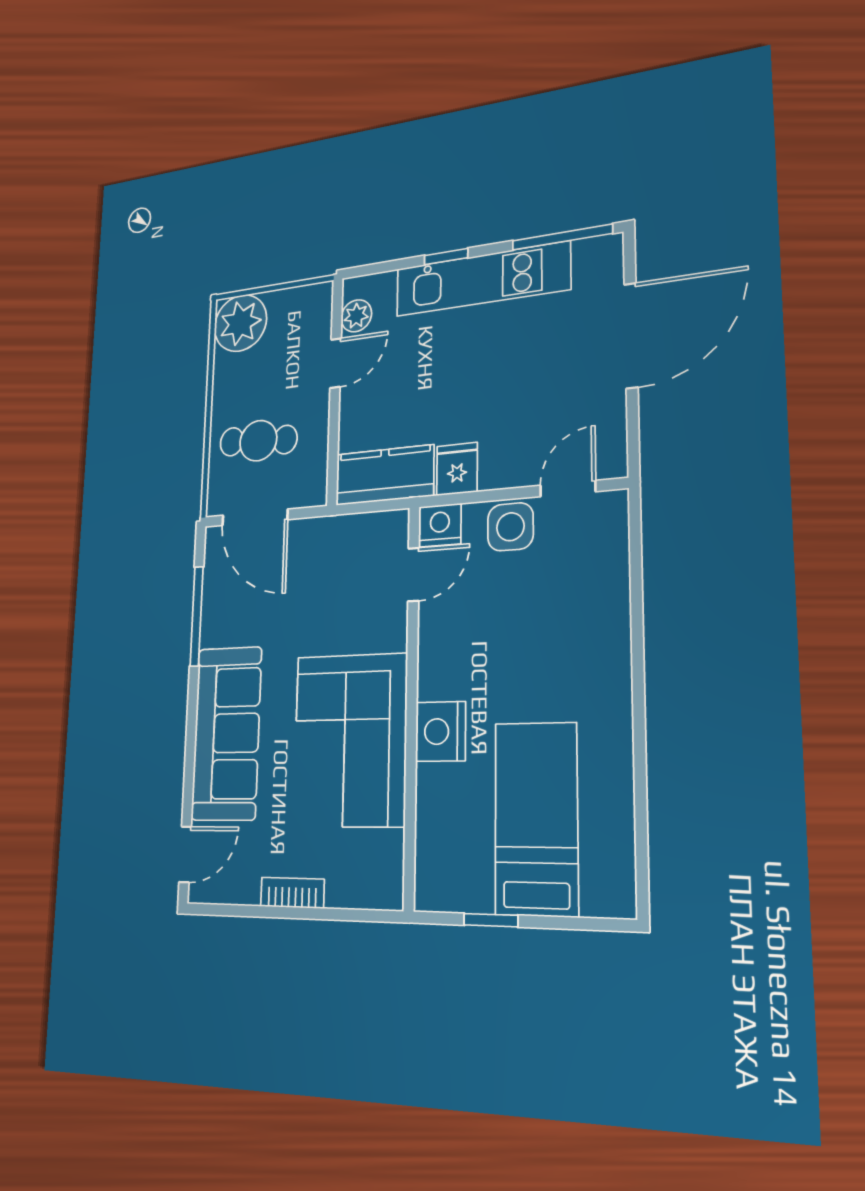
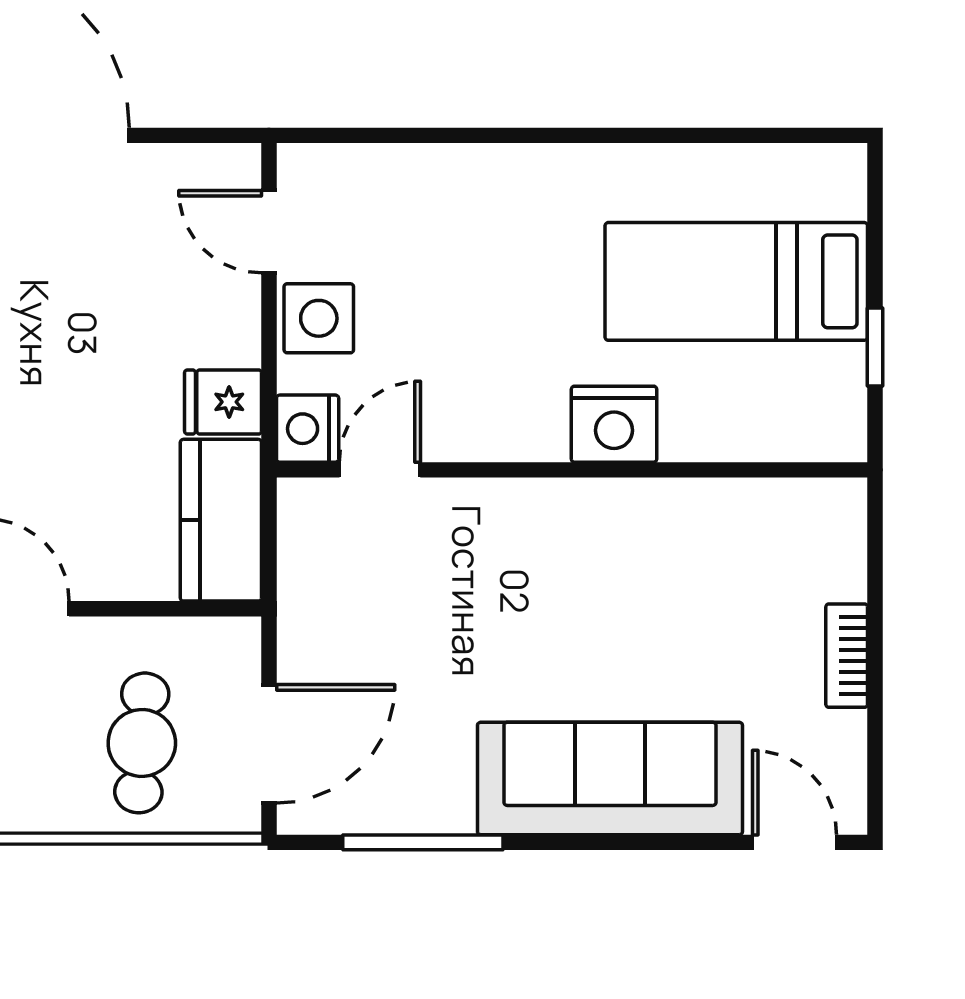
door: (413, 575) -> (380, 470), hinge flipped
corner sofa: (350, 740) -> (624, 568), removed

